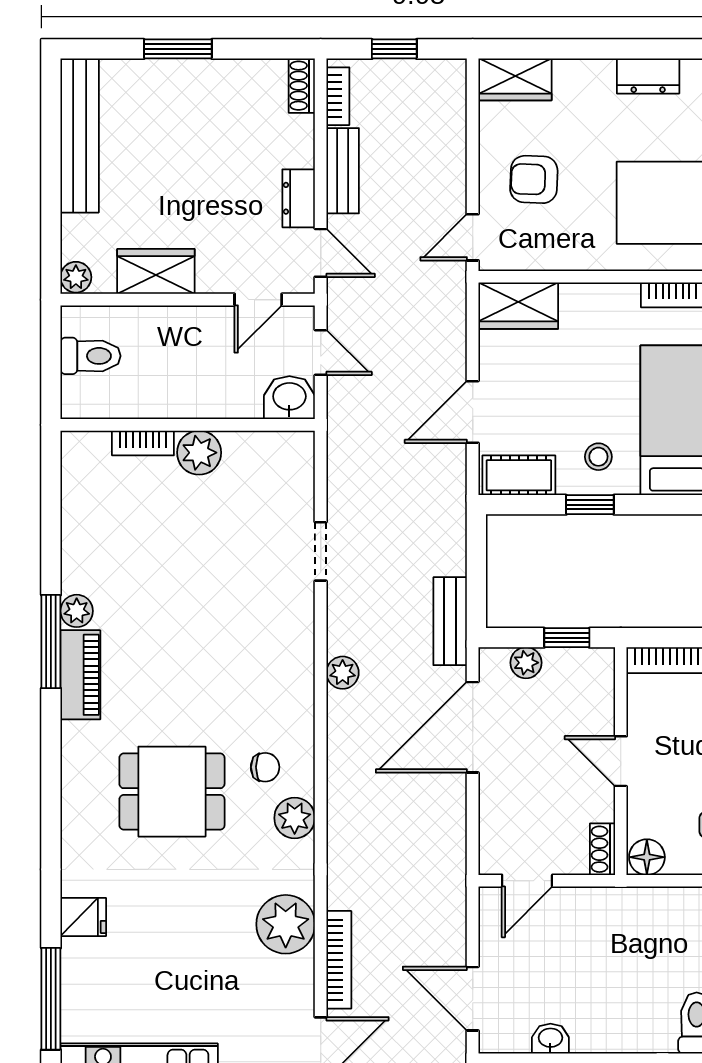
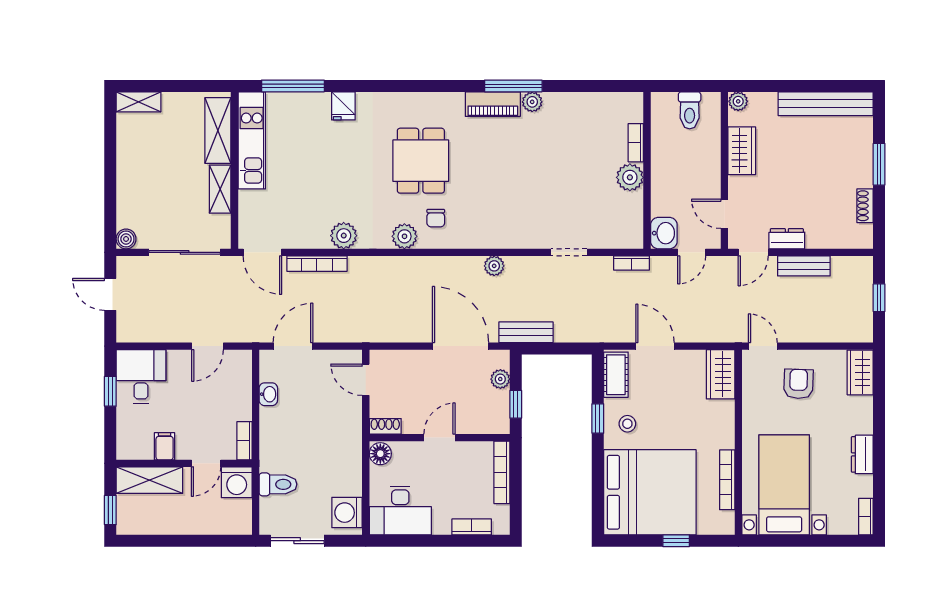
shoe rack: (302, 86) -> (865, 206), moved, turned -90
bookcase: (338, 96) -> (632, 263), moved
plant: (286, 924) -> (344, 236), width x0.73, depth x0.73

